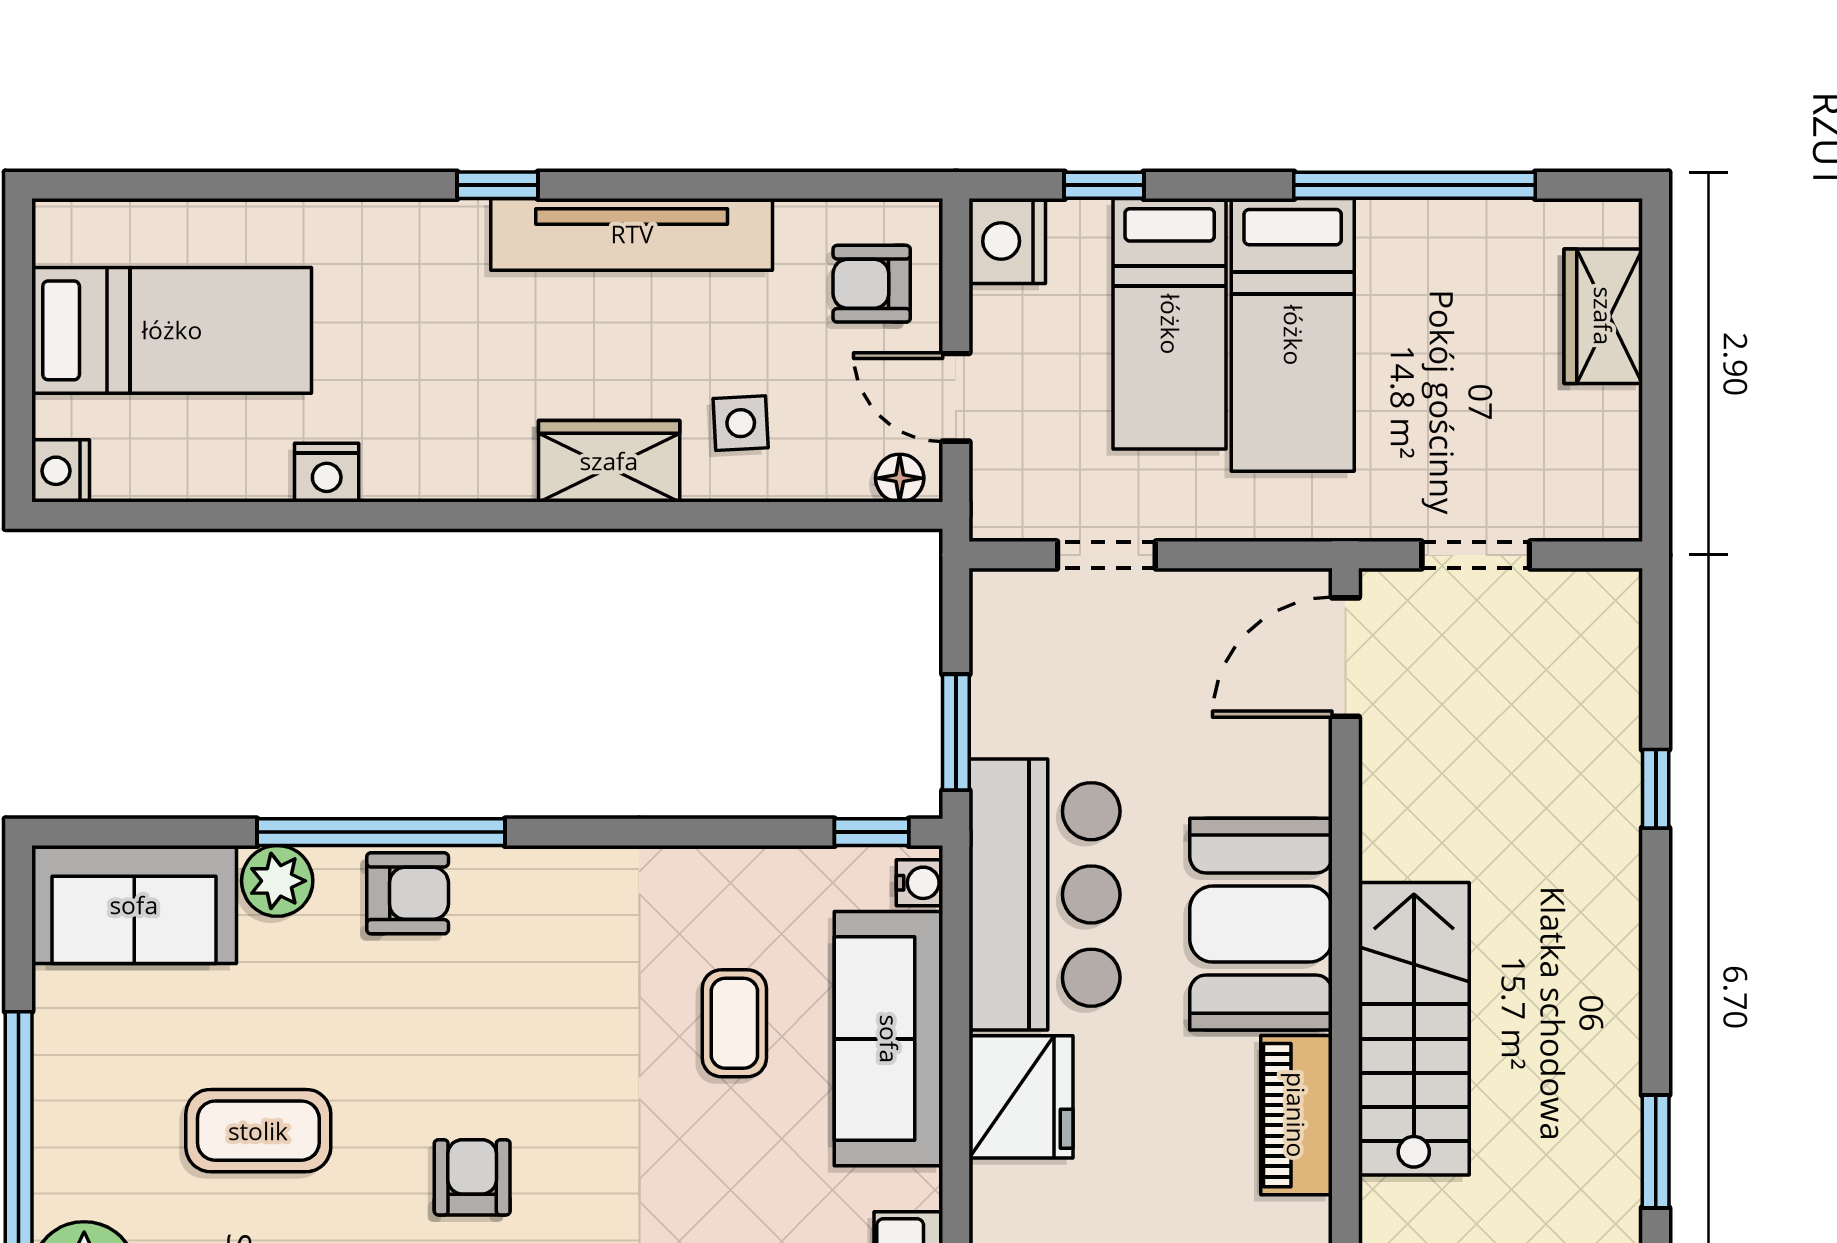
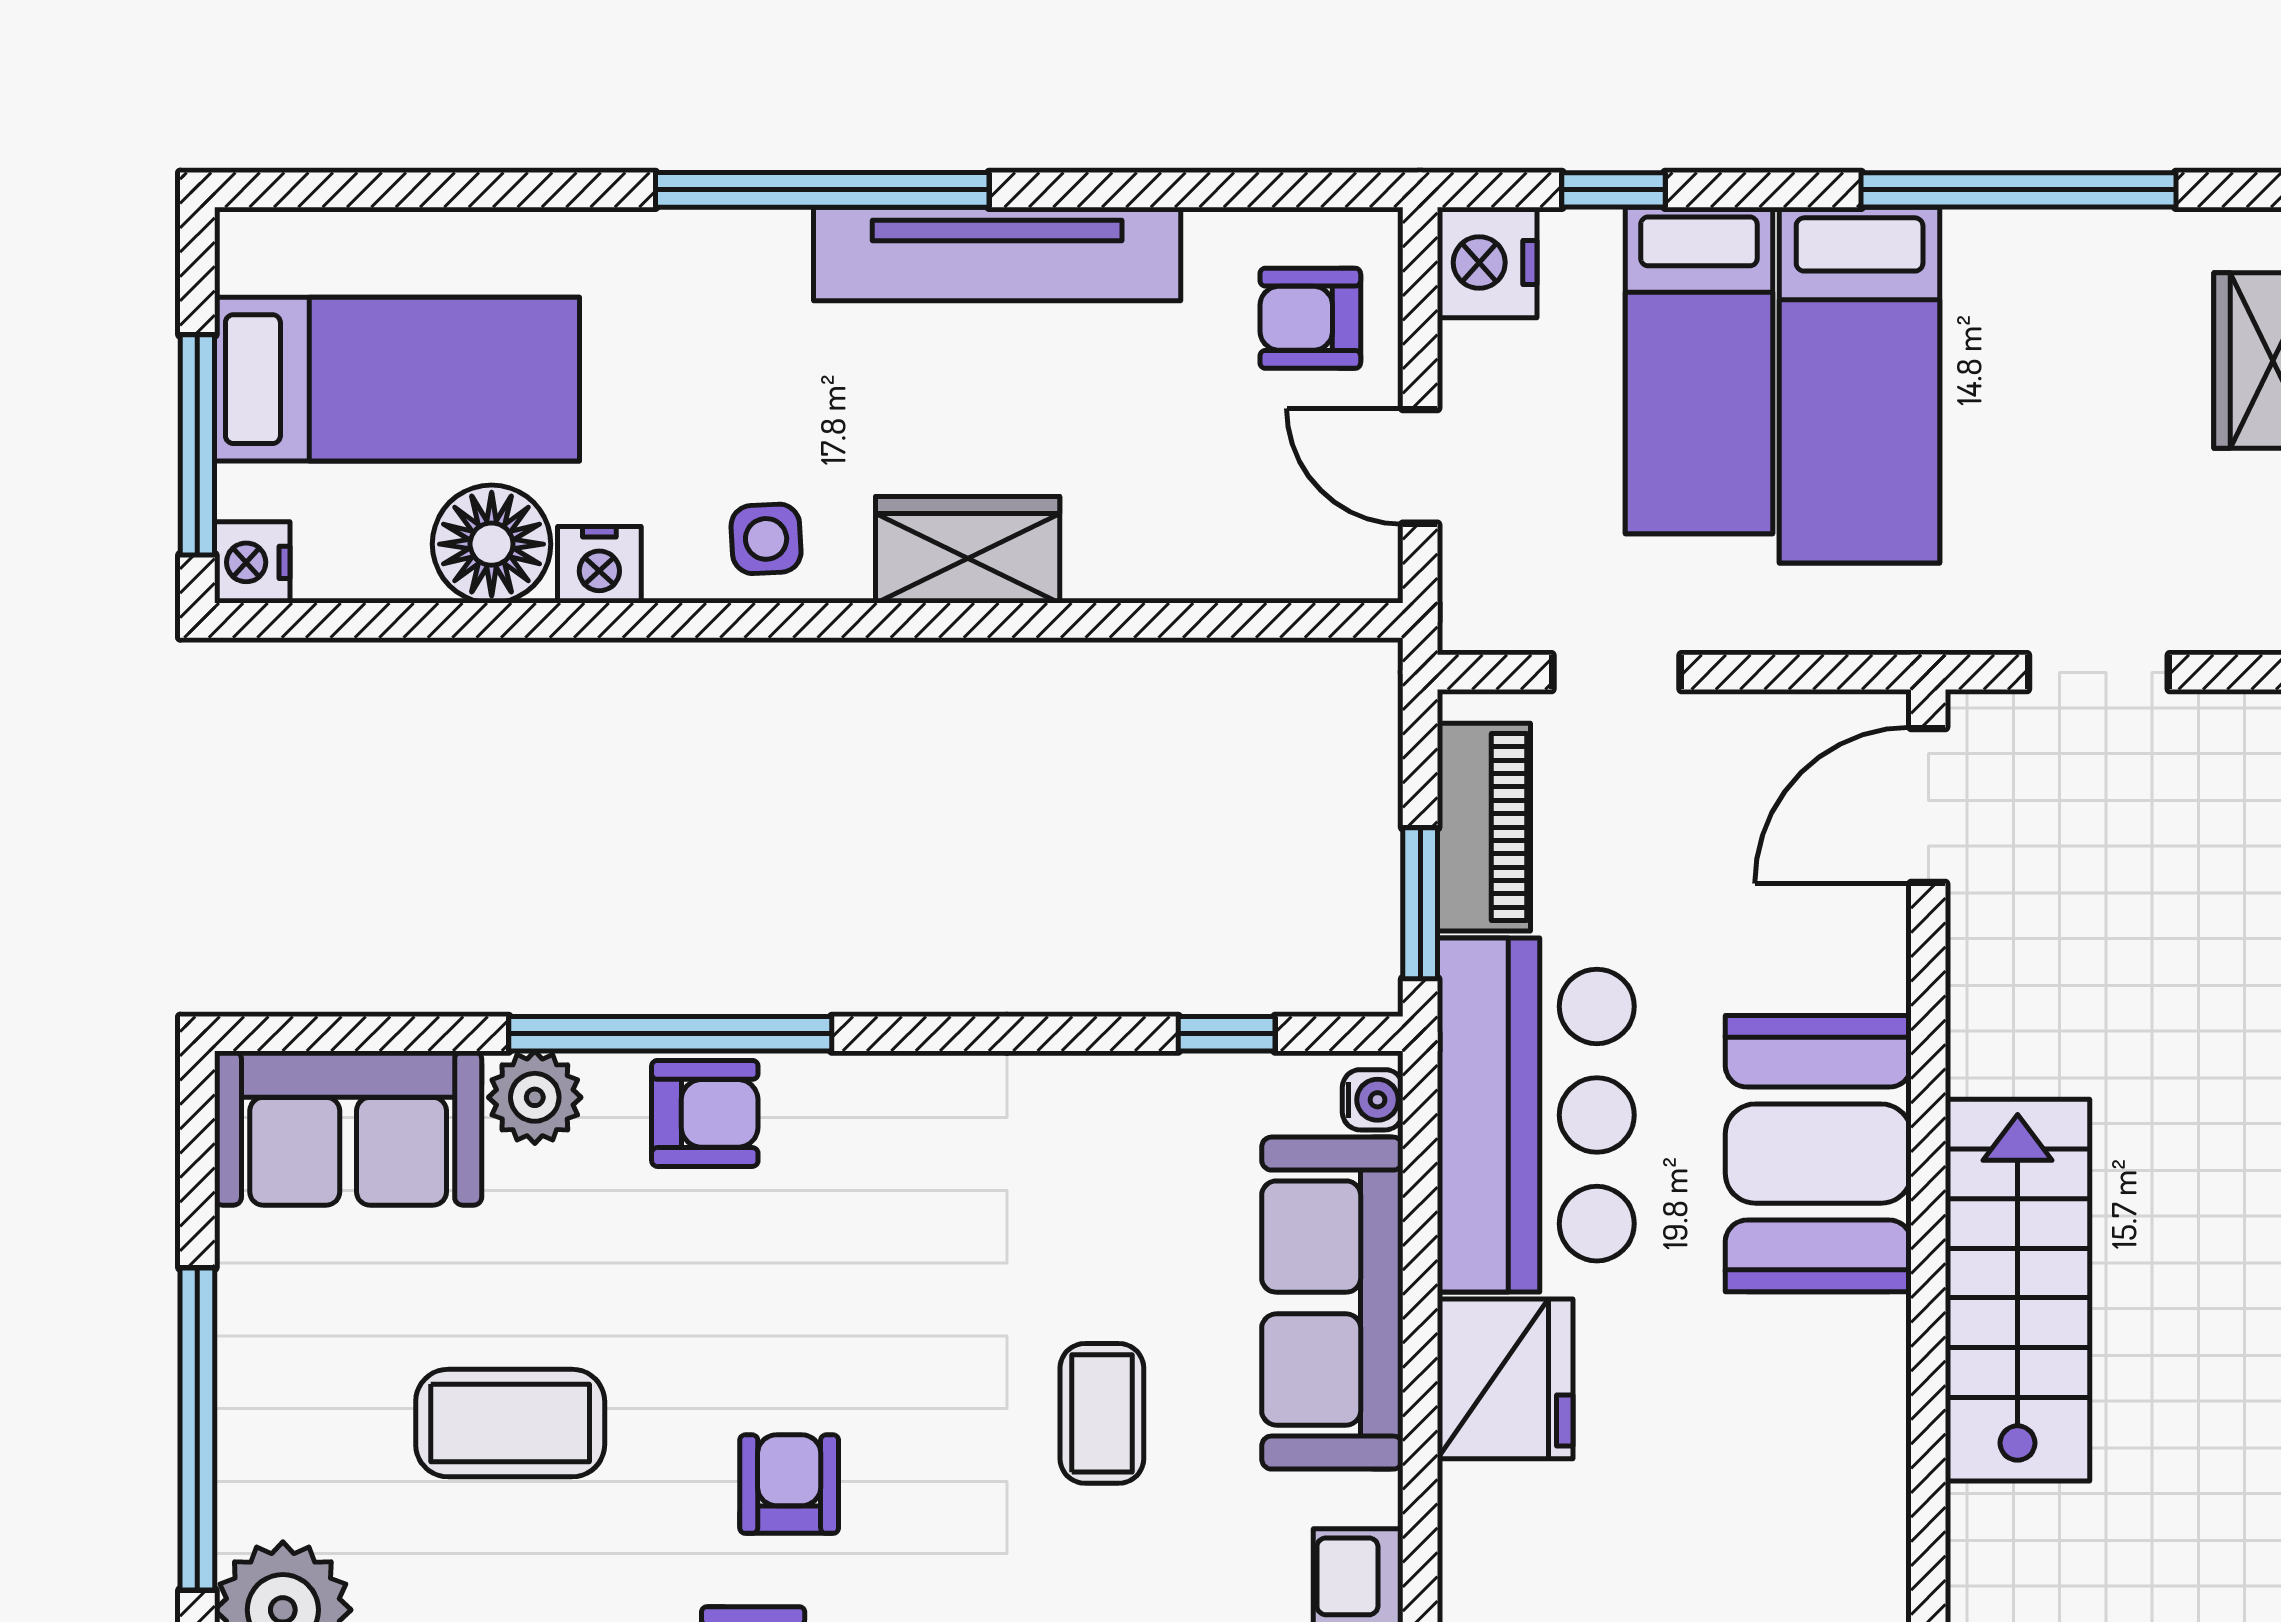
window: (497, 185) -> (822, 190), width x3.17
window: (19, 381) -> (197, 445), added
side table: (741, 423) -> (766, 539), moved
floor lamp: (900, 478) -> (492, 544), moved, width x1.89, depth x1.89
window: (872, 832) -> (1227, 1034), moved
coffee table: (734, 1023) -> (1102, 1413), moved
piano: (1296, 1115) -> (1484, 827), moved, turned 180

